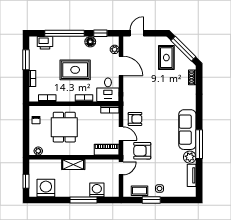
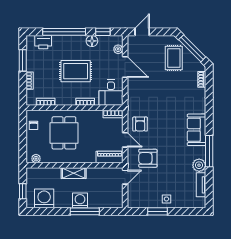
armchair: (135, 119) -> (140, 124), turned 90
sofa: (187, 130) -> (197, 130), width x0.73
washing machine: (97, 190) -> (80, 200), moved
coffee table: (140, 191) -> (145, 201), removed

